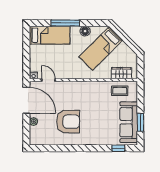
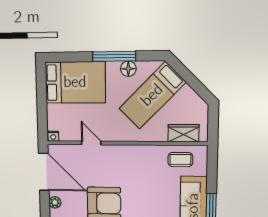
window: (65, 23) -> (114, 56), moved
bed: (50, 35) -> (75, 82), width x1.50
door: (49, 80) -> (91, 143), moved

